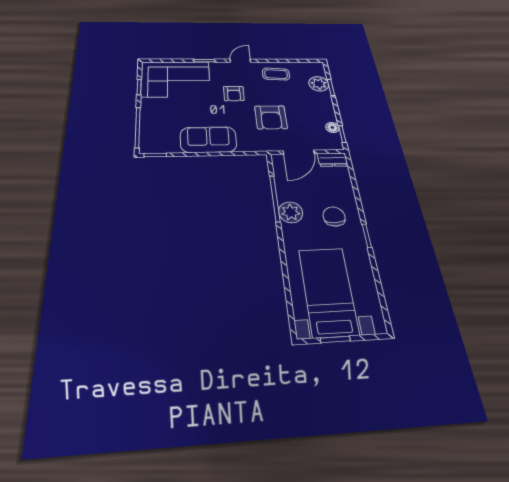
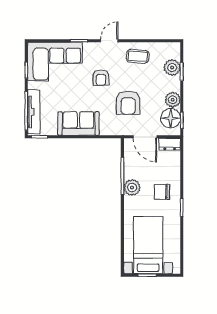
plant: (326, 114) -> (173, 100), added
floor lamp: (332, 127) -> (171, 118), width x1.89, depth x1.89
tv unit: (148, 128) -> (34, 112), added
door: (299, 152) -> (145, 137), hinge flipped
chair: (334, 216) -> (162, 192), turned -90

